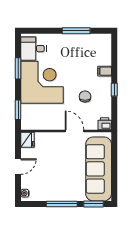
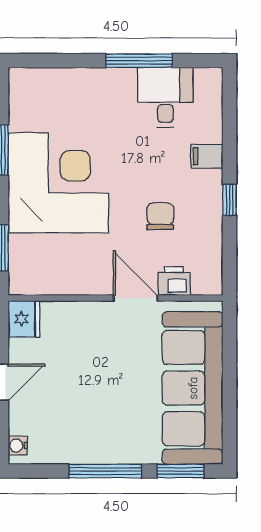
desk: (33, 49) -> (165, 97), moved, turned 90
printer: (105, 124) -> (174, 281), moved

